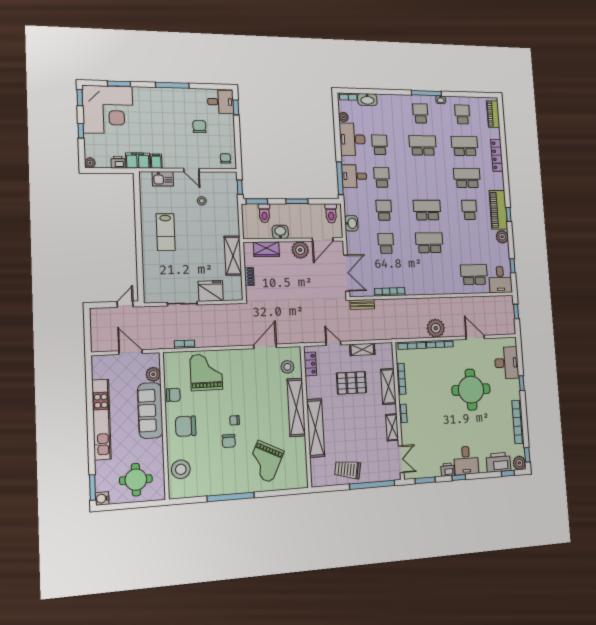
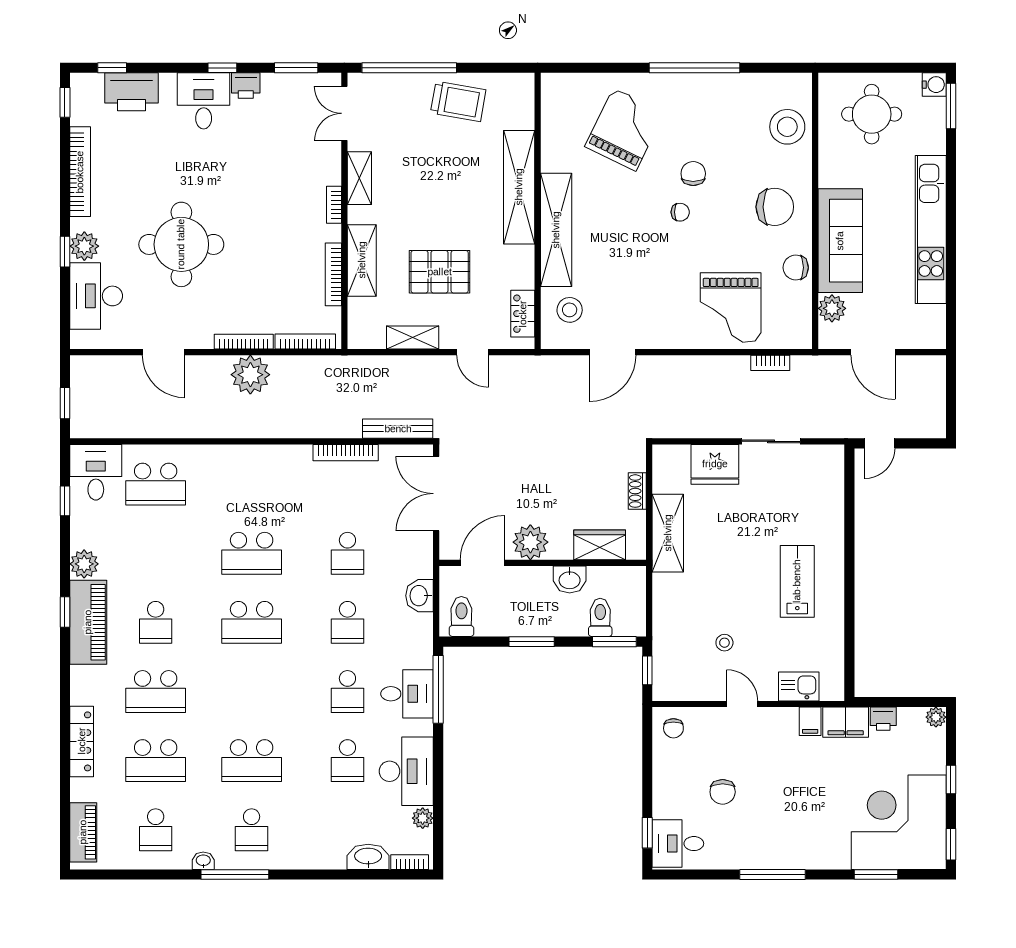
bench: (362, 304) -> (398, 429), width x1.36
plant: (519, 463) -> (84, 246), moved

